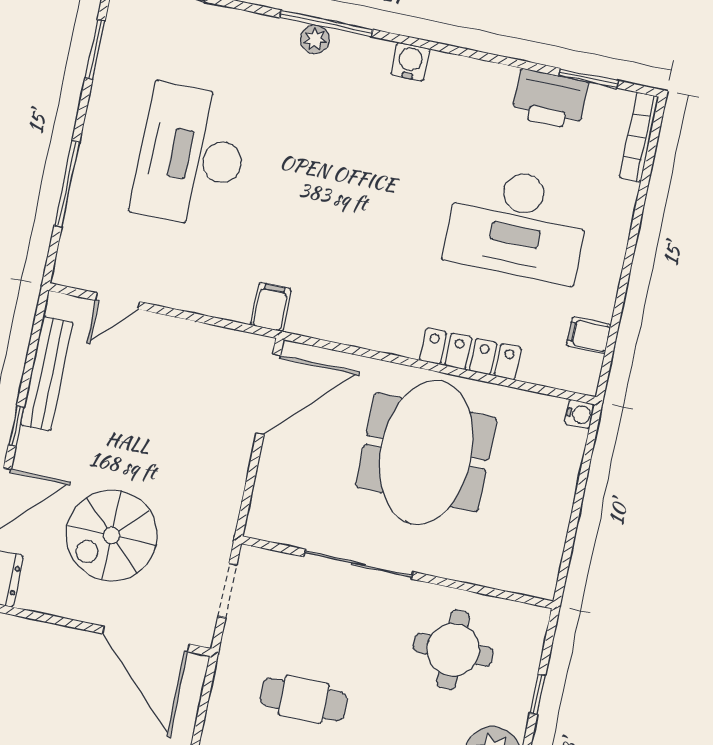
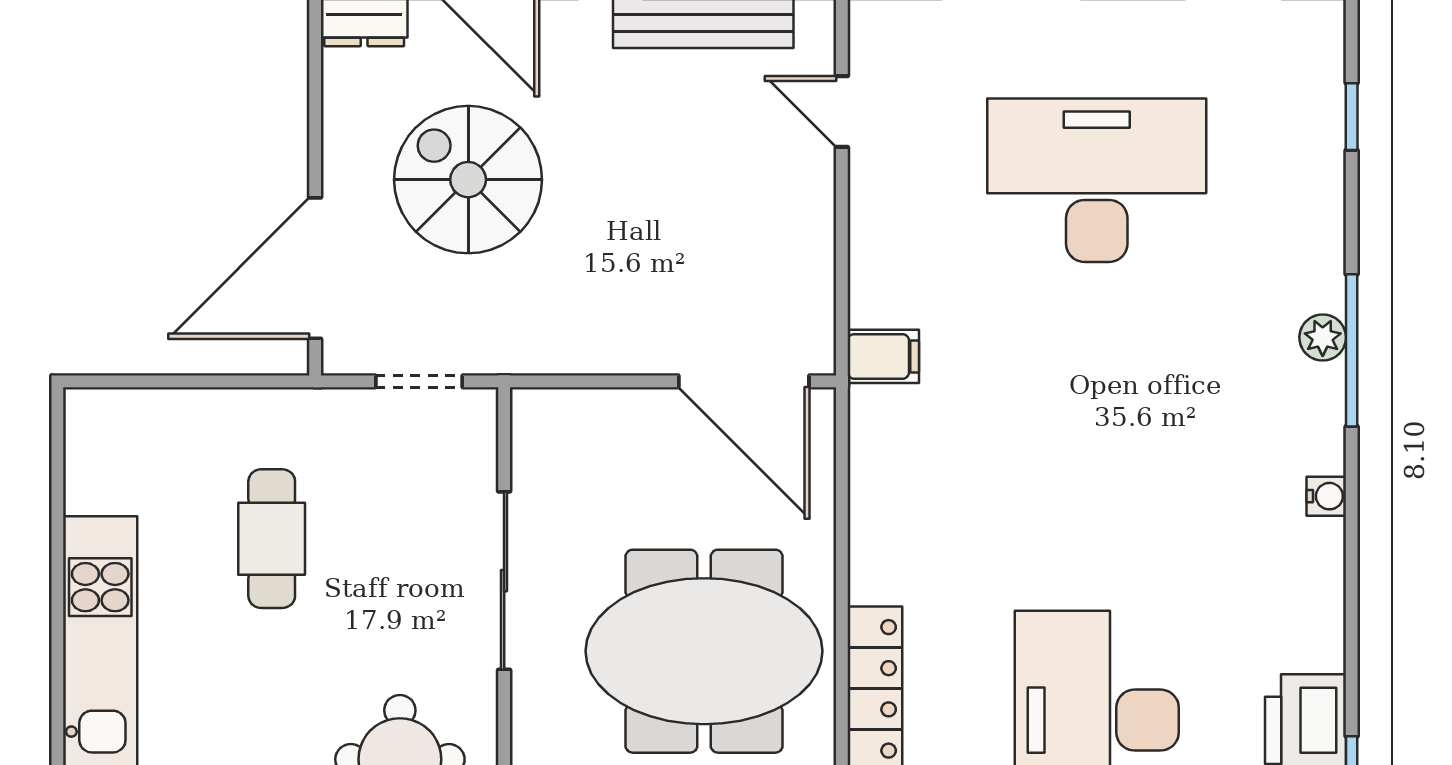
water cooler: (410, 62) -> (1326, 496), width x0.72, depth x0.72

